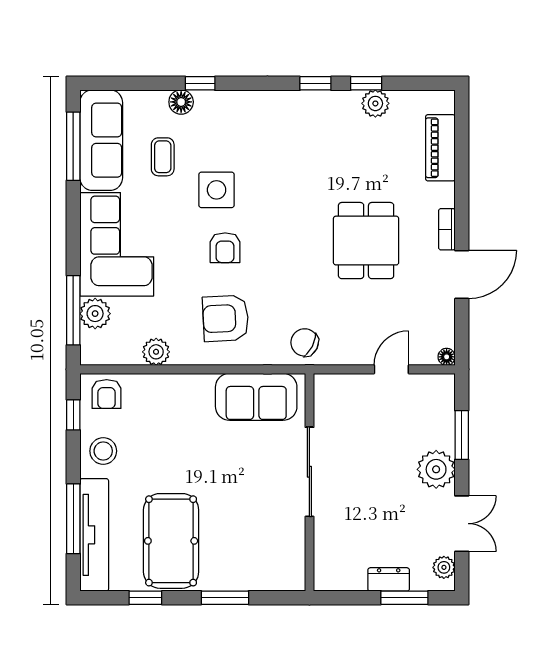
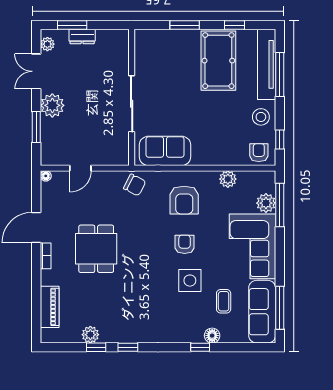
armchair: (226, 318) -> (184, 200), turned 93

